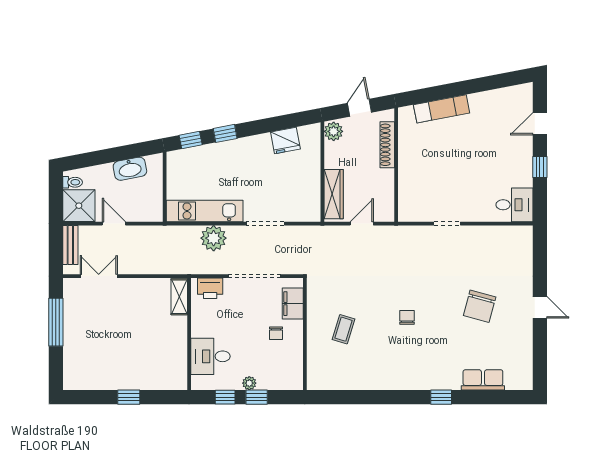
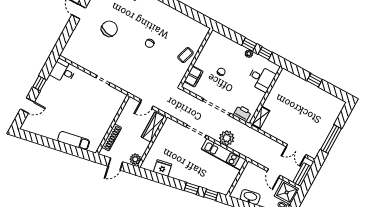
filing cabinet: (293, 304) -> (194, 76), moved
wall: (305, 334) -> (196, 57), moved

